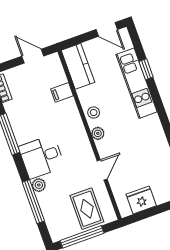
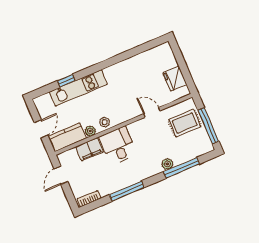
door: (107, 29) -> (41, 129), moved
filing cabinet: (62, 92) -> (90, 149), width x2.00
plant: (98, 133) -> (90, 131), moved
desk: (42, 157) -> (118, 146), moved, turned 180

